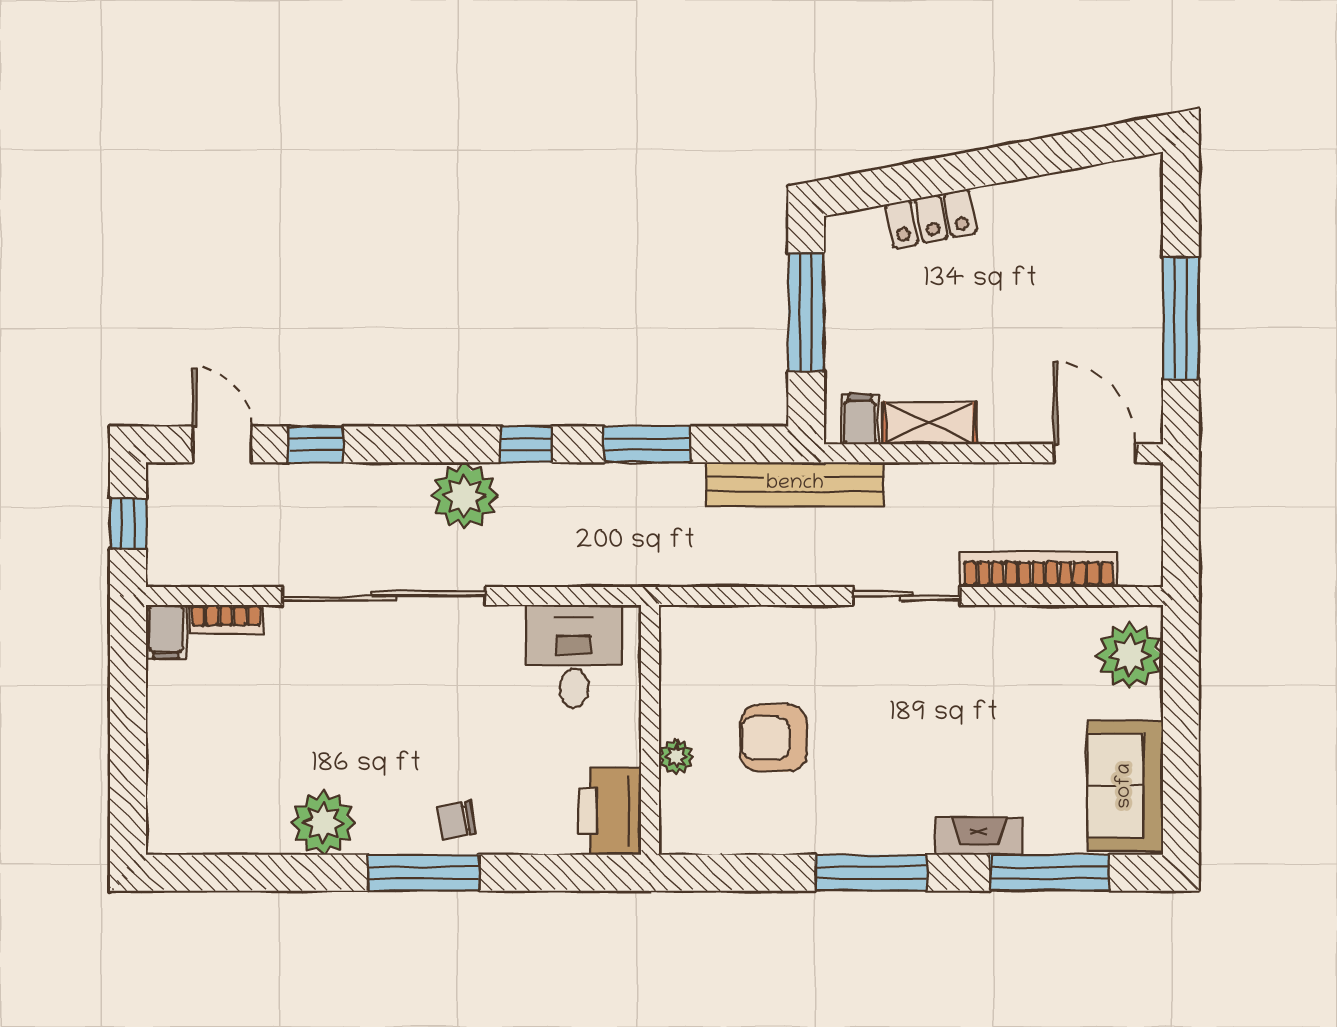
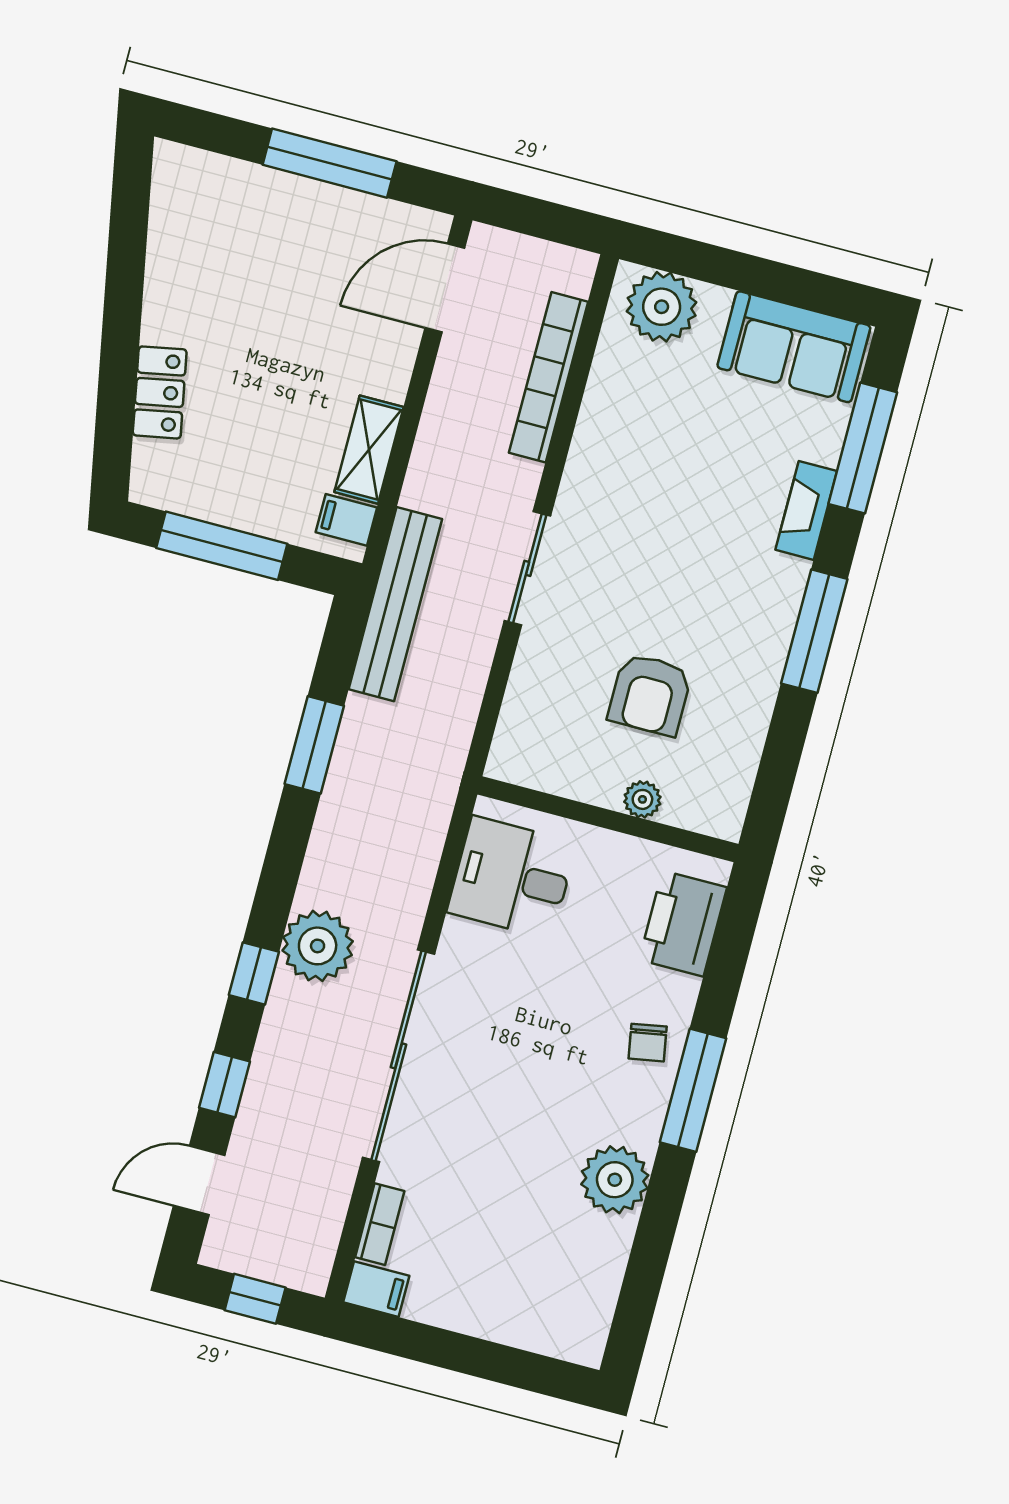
window: (526, 444) -> (254, 973), moved
sliding door: (906, 596) -> (527, 568), moved
printer: (610, 811) -> (683, 924), moved, turned 90

